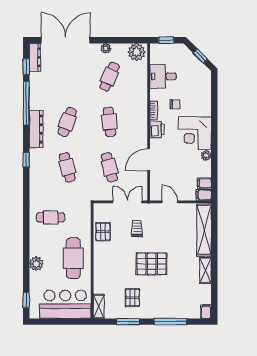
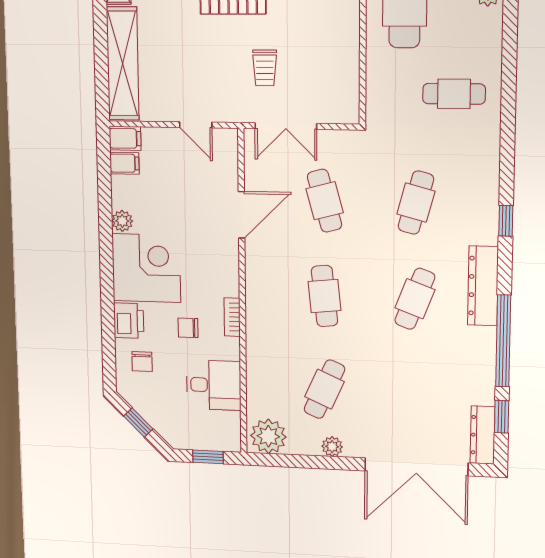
chair: (198, 87) -> (142, 362), added
printer: (157, 129) -> (129, 321), moved, turned 180
cafe table: (67, 167) -> (416, 203), turned 30
pallet: (103, 232) -> (339, 62), removed

